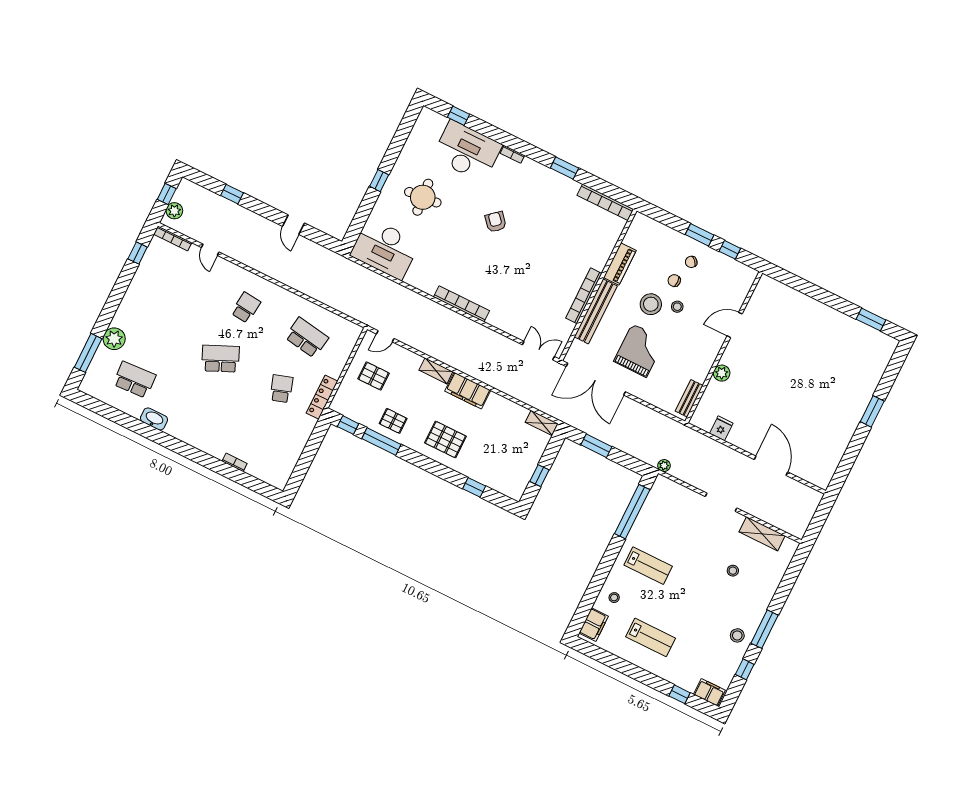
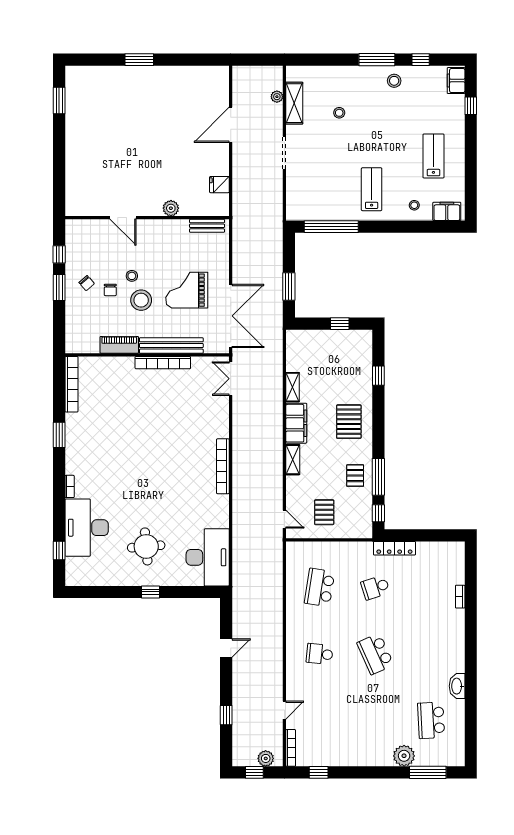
armchair: (496, 222) -> (136, 472), removed
locker: (322, 397) -> (394, 548), moved
shelving: (542, 423) -> (293, 387), moved
plant: (664, 466) -> (277, 97), moved

